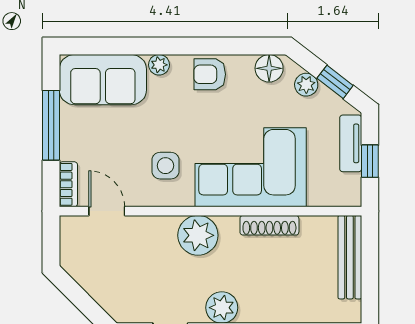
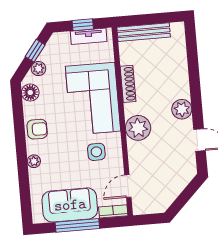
armchair: (210, 74) -> (37, 129), turned -90
sofa: (103, 80) -> (70, 205), moved, turned -90
tv unit: (351, 143) -> (89, 36), moved

